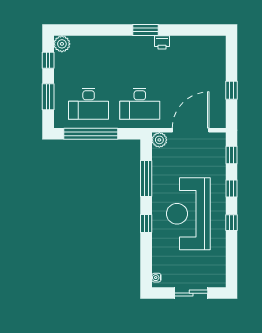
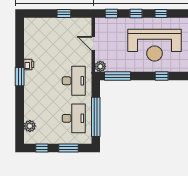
plant: (62, 44) -> (30, 126), moved
door: (191, 130) -> (93, 43), width x0.53
window: (146, 178) -> (117, 76), moved

